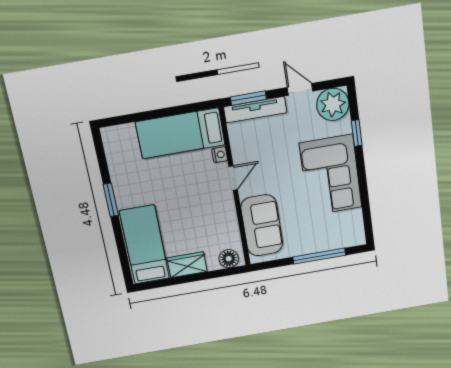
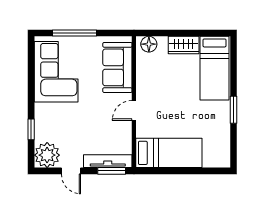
nightstand: (220, 155) -> (141, 131), removed
corner sofa: (331, 175) -> (56, 72), moved

